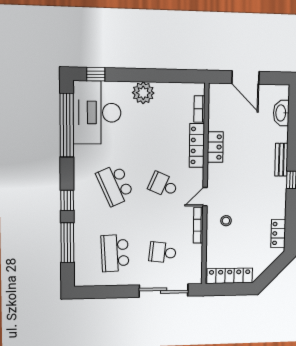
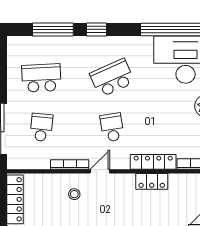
school desk: (163, 185) -> (112, 127), turned -33
door: (205, 197) -> (100, 171), hinge flipped

